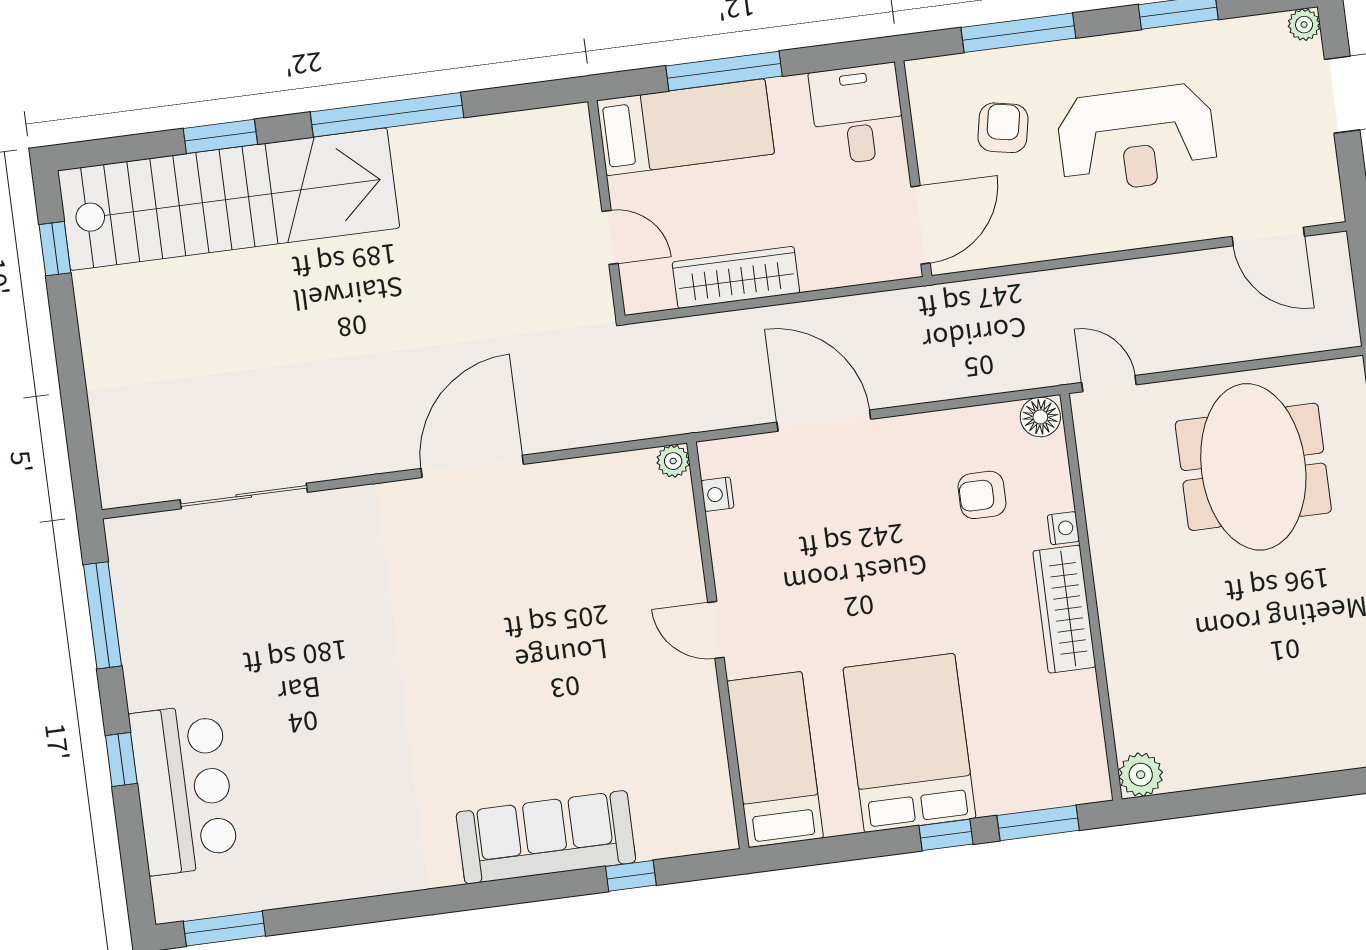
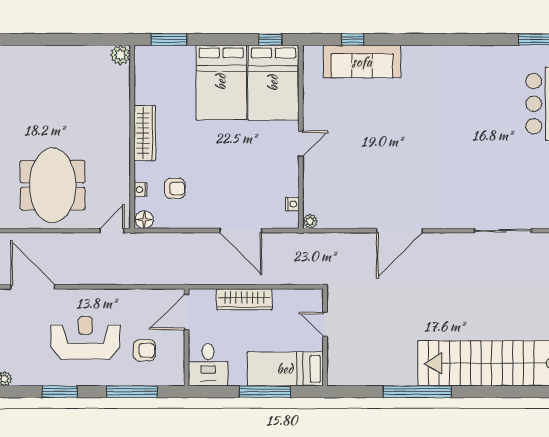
armchair: (1003, 128) -> (144, 350), turned -101
window: (220, 136) -> (492, 392), removed
door: (1268, 236) -> (33, 287), width x1.36
wardrobe: (736, 277) -> (244, 299), moved
door: (1109, 384) -> (112, 231), swing flipped
nightstand: (1063, 528) -> (140, 190), moved
door: (716, 630) -> (301, 144), hinge flipped
bed: (775, 760) -> (273, 83), width x1.50
window: (946, 835) -> (270, 39), moved
sofa: (546, 837) -> (362, 62), moved

